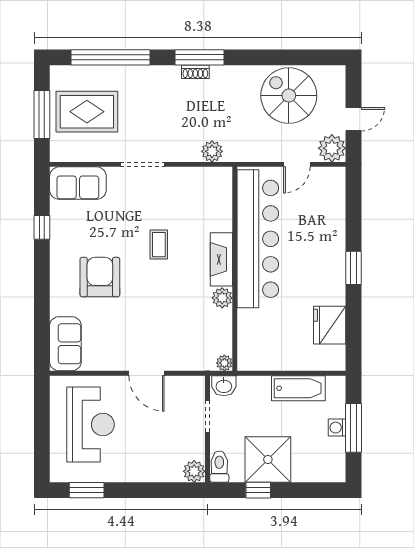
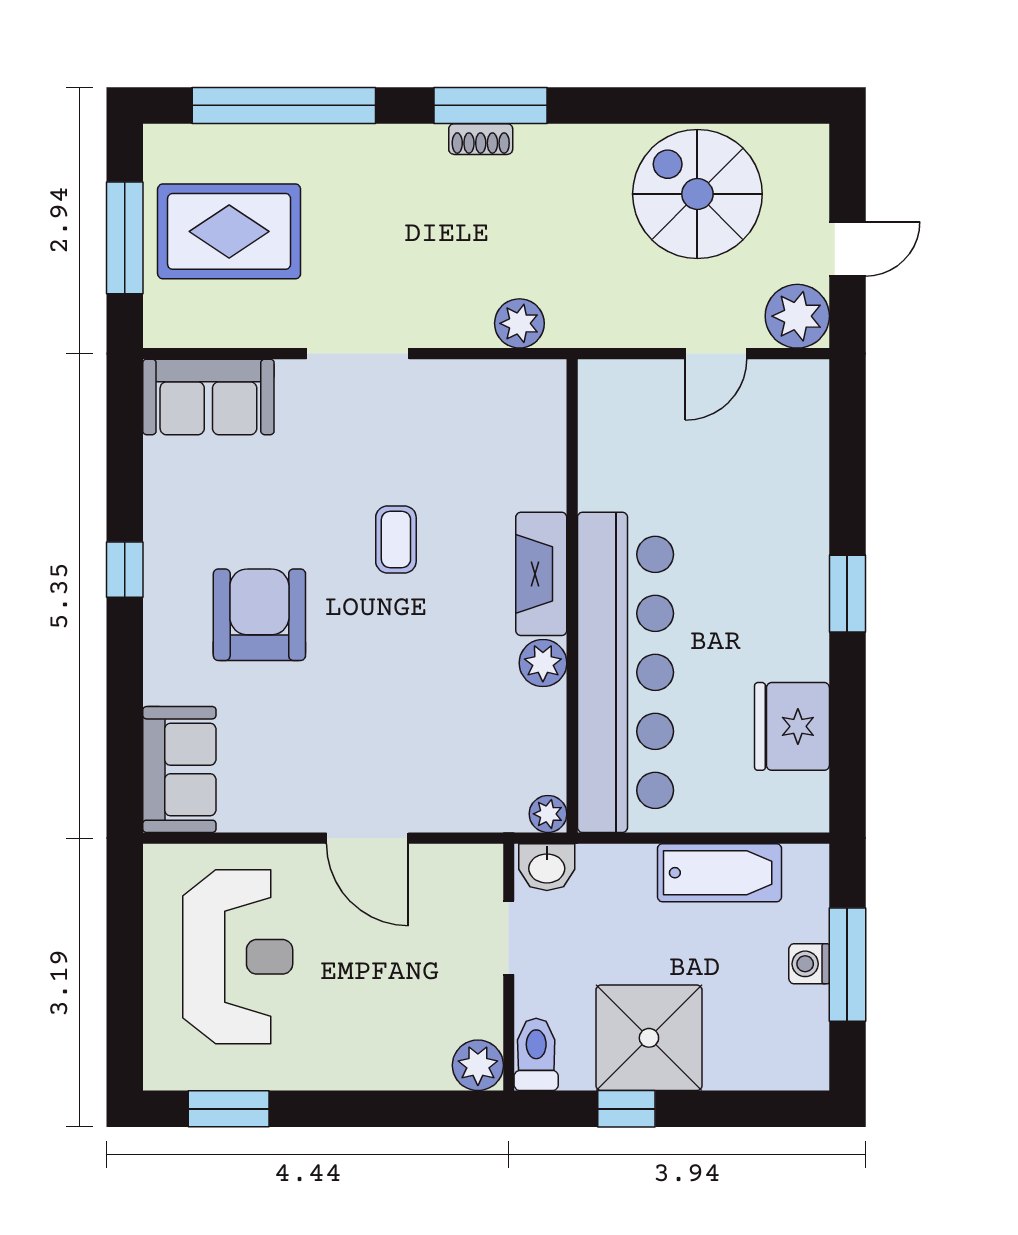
window: (42, 227) -> (125, 570), moved
bar counter: (258, 239) -> (625, 672), moved

